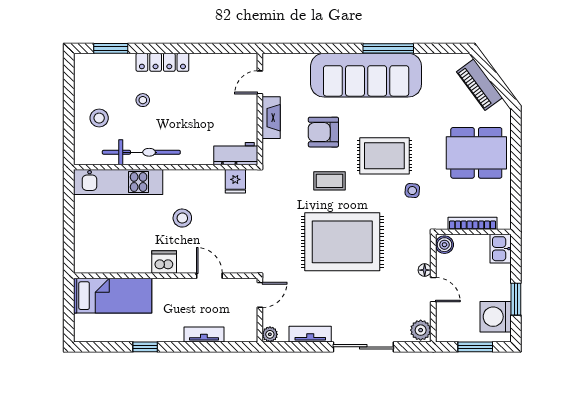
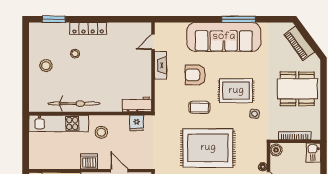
bicycle: (141, 152) -> (74, 104), moved
workbench: (236, 154) -> (137, 104), moved
wall: (166, 167) -> (90, 114), moved
fridge: (235, 181) -> (137, 123), moved
kitchen unit: (118, 182) -> (59, 123), moved

